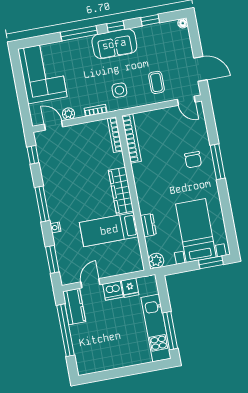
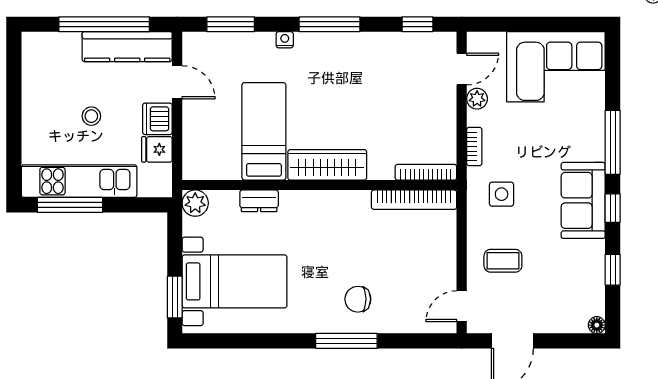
kitchen counter: (74, 307) -> (127, 47), width x1.50
stool: (118, 328) -> (91, 116), added

